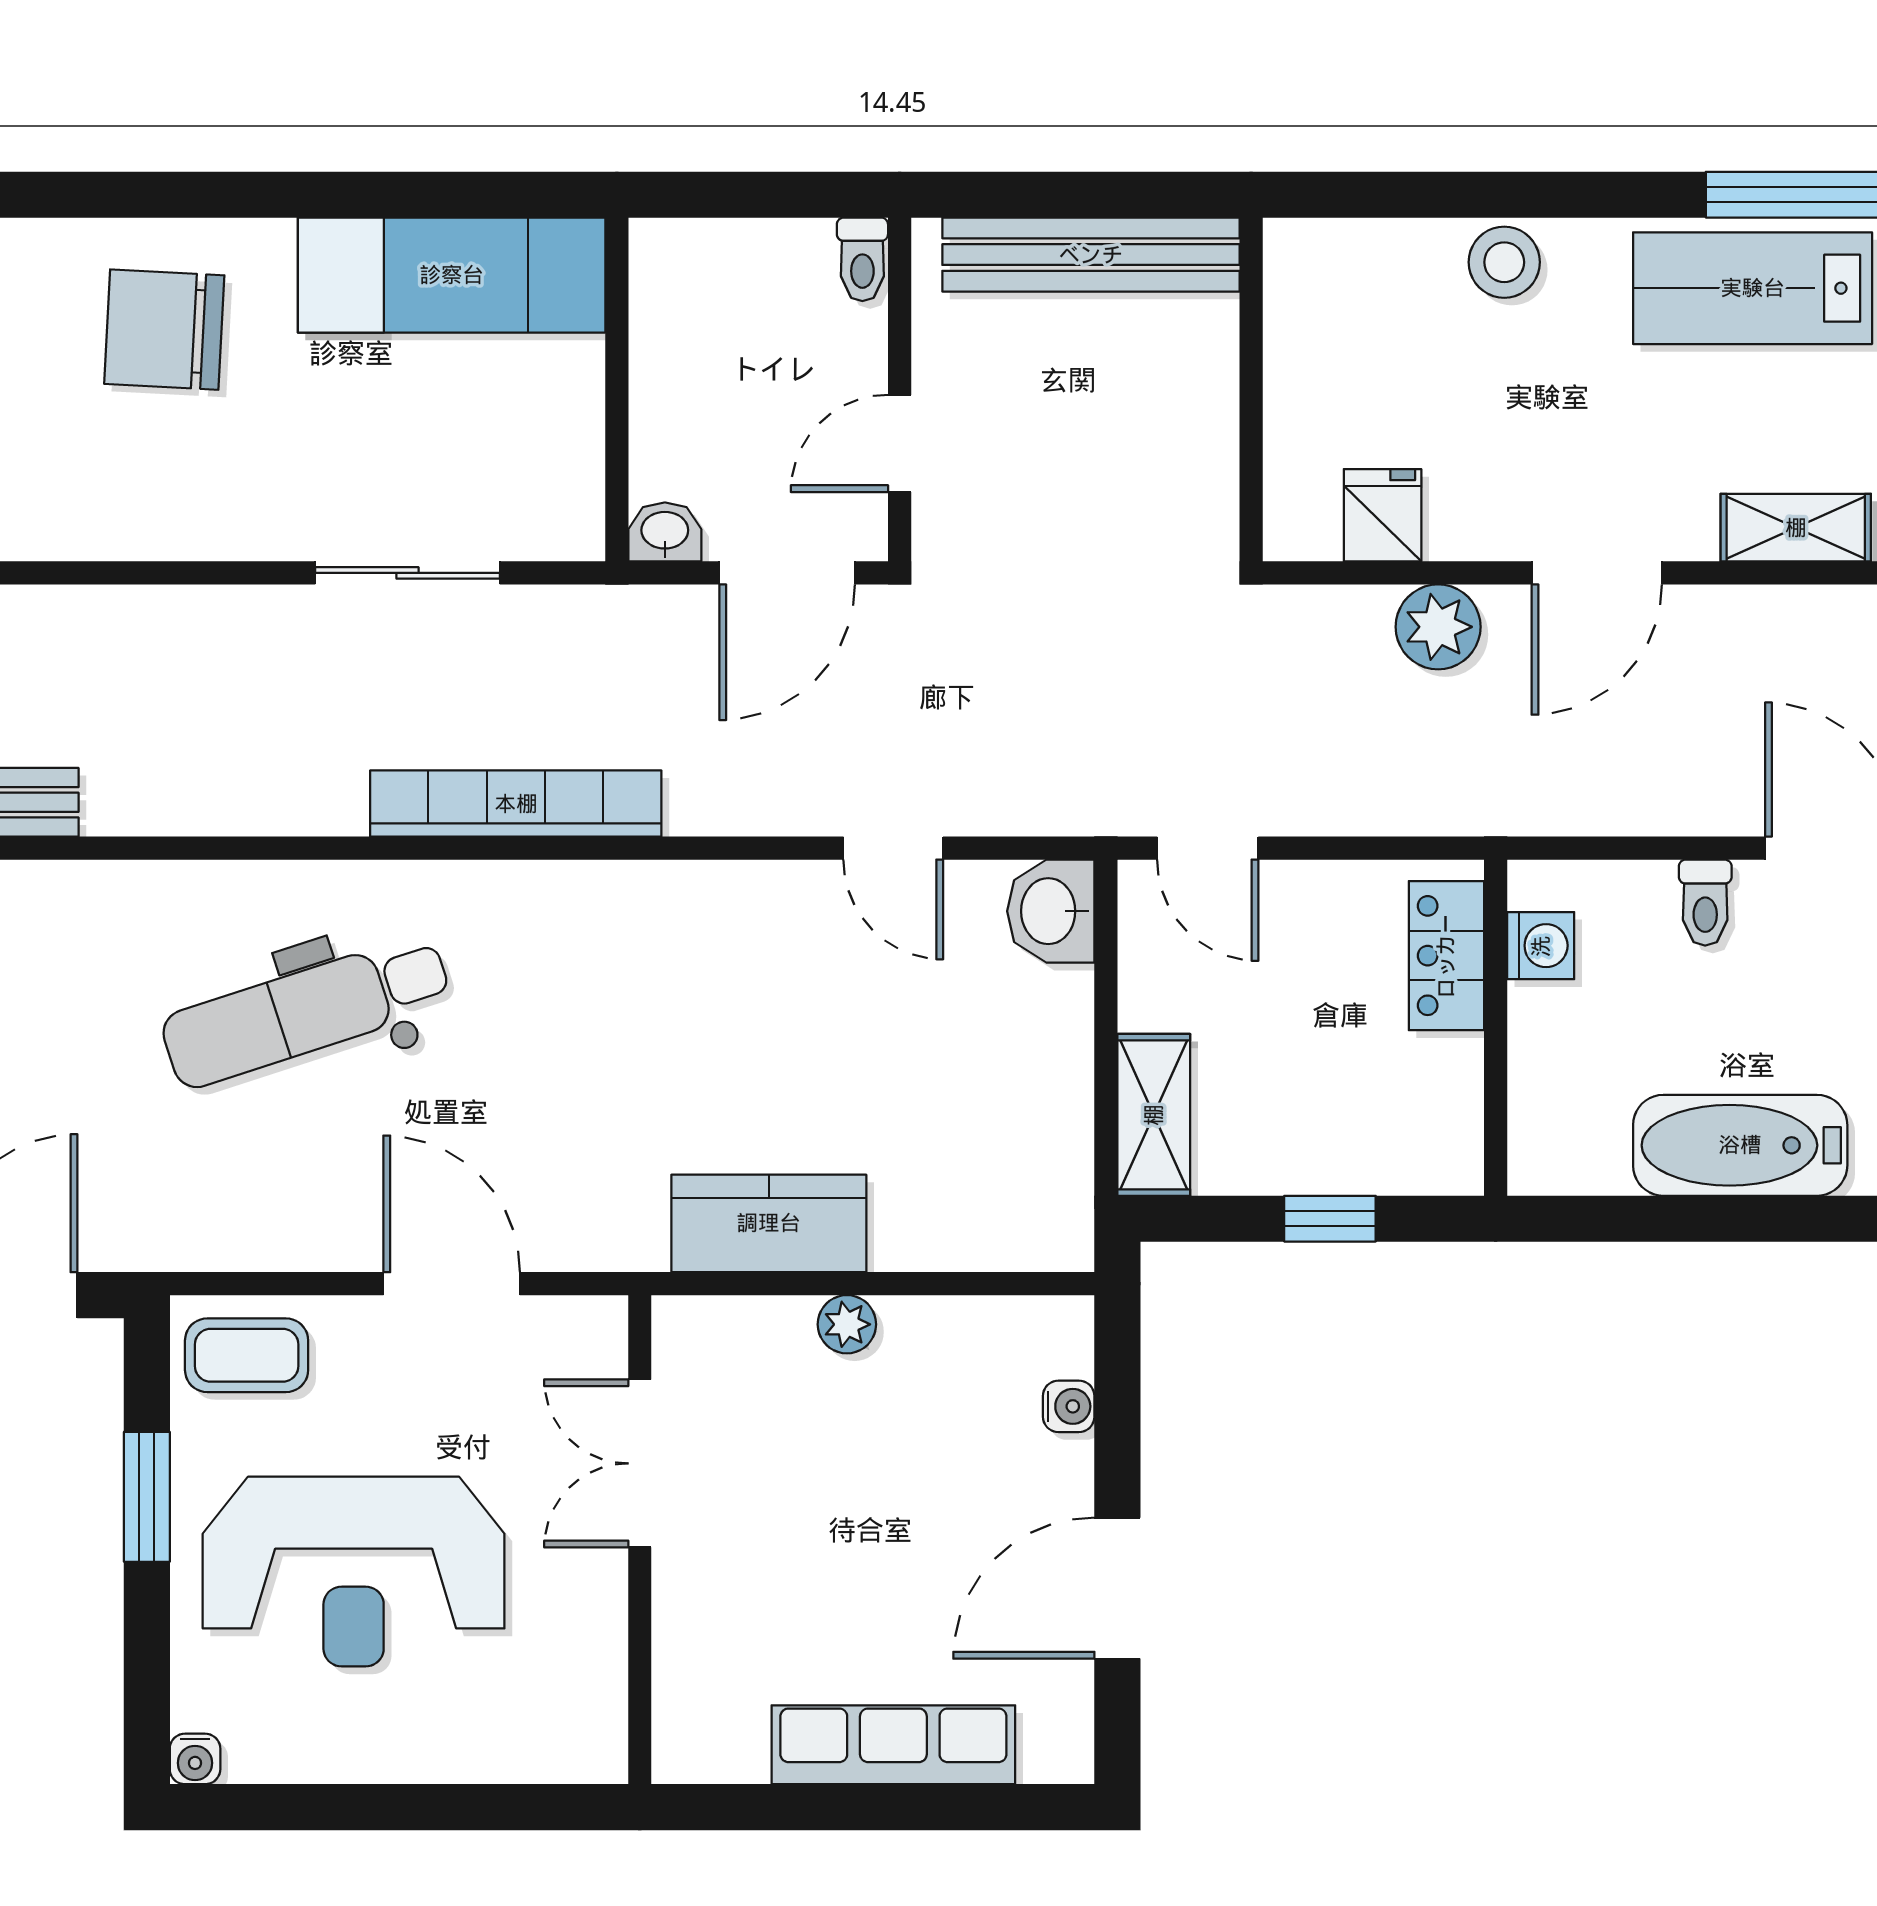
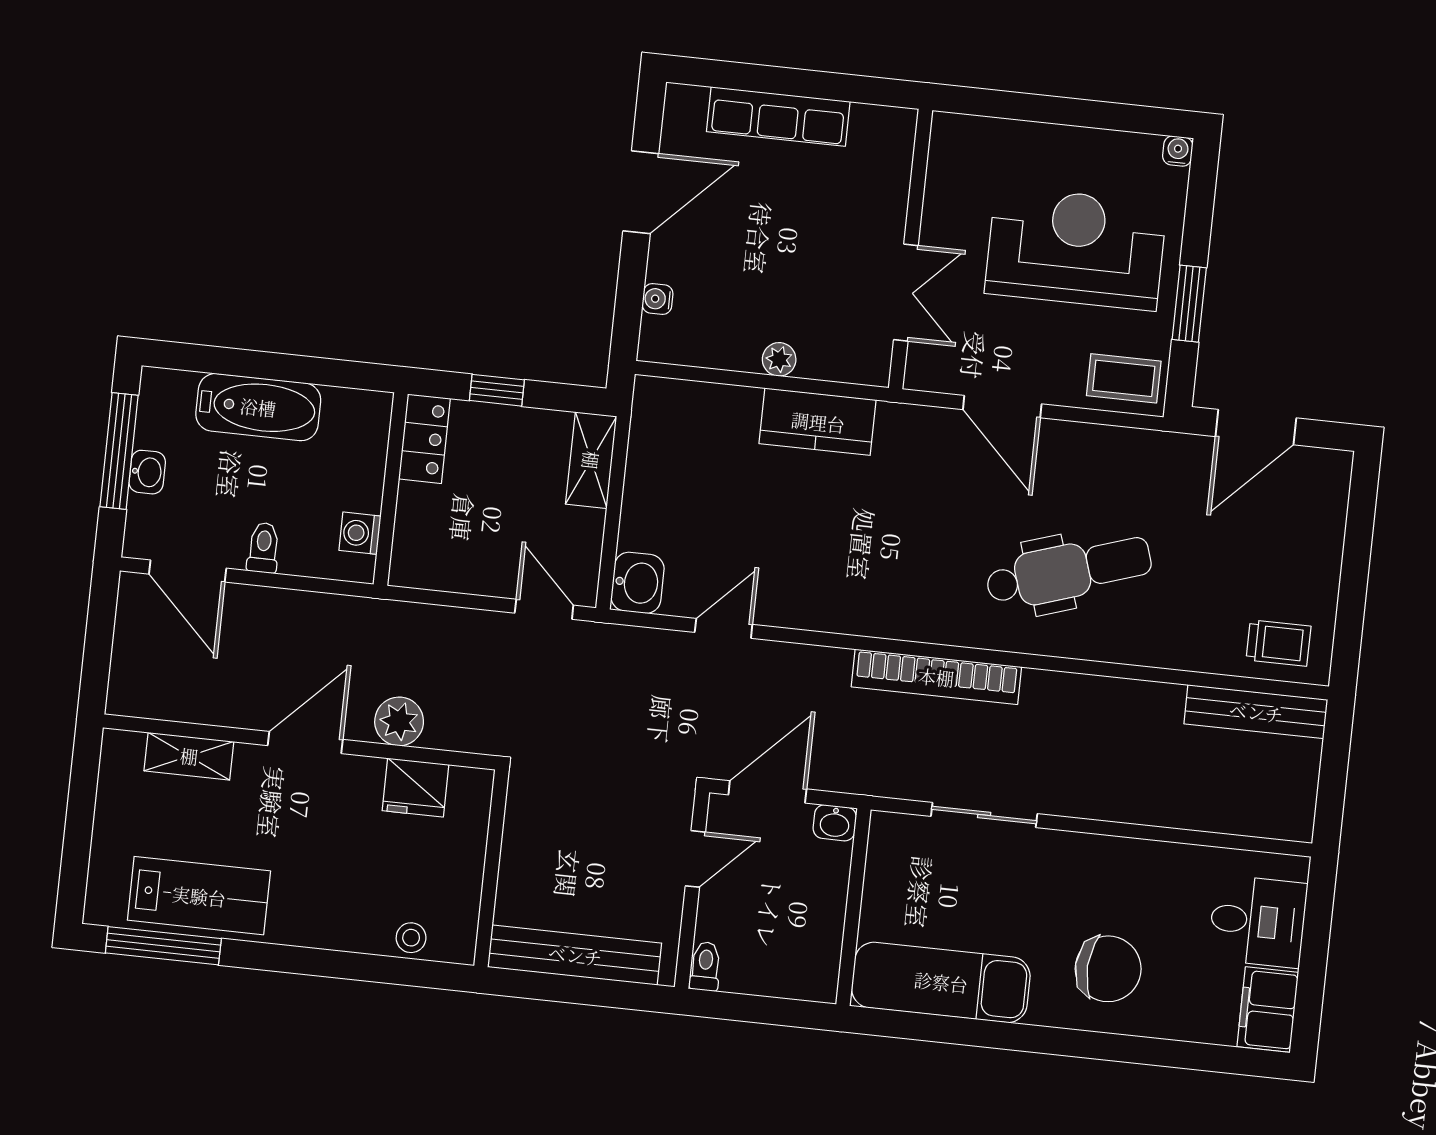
stool: (1504, 262) -> (411, 938), moved, width x0.73, depth x0.73
fridge: (1383, 515) -> (415, 788), width x1.38
door: (893, 848) -> (724, 628), hinge flipped
locker: (1446, 956) -> (424, 439), moved

